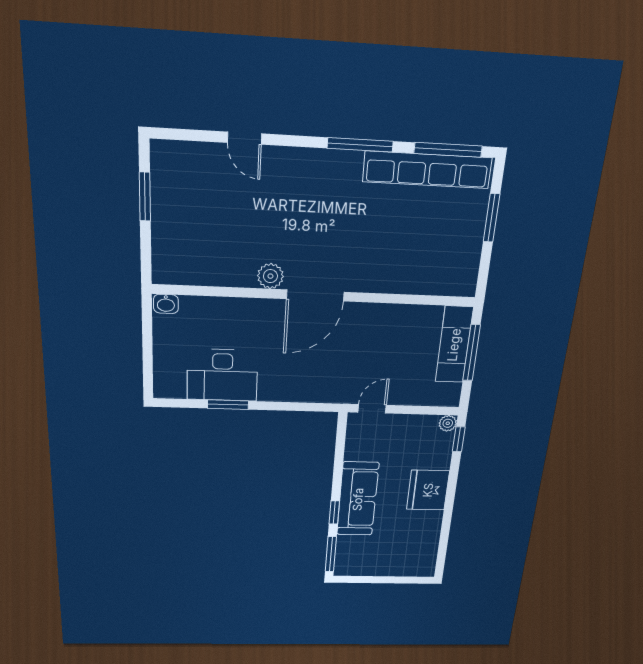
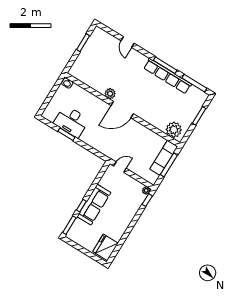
row of seats: (427, 170) -> (168, 76), moved
plant: (449, 277) -> (174, 130), added
fridge: (428, 490) -> (105, 247), moved

